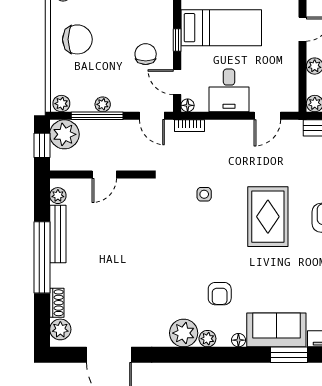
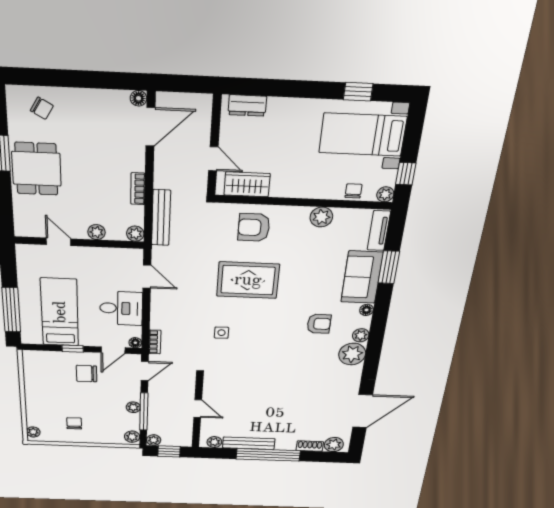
chair: (77, 39) -> (74, 423), width x0.54, depth x0.54
plant: (64, 134) -> (154, 440), width x0.53, depth x0.53

